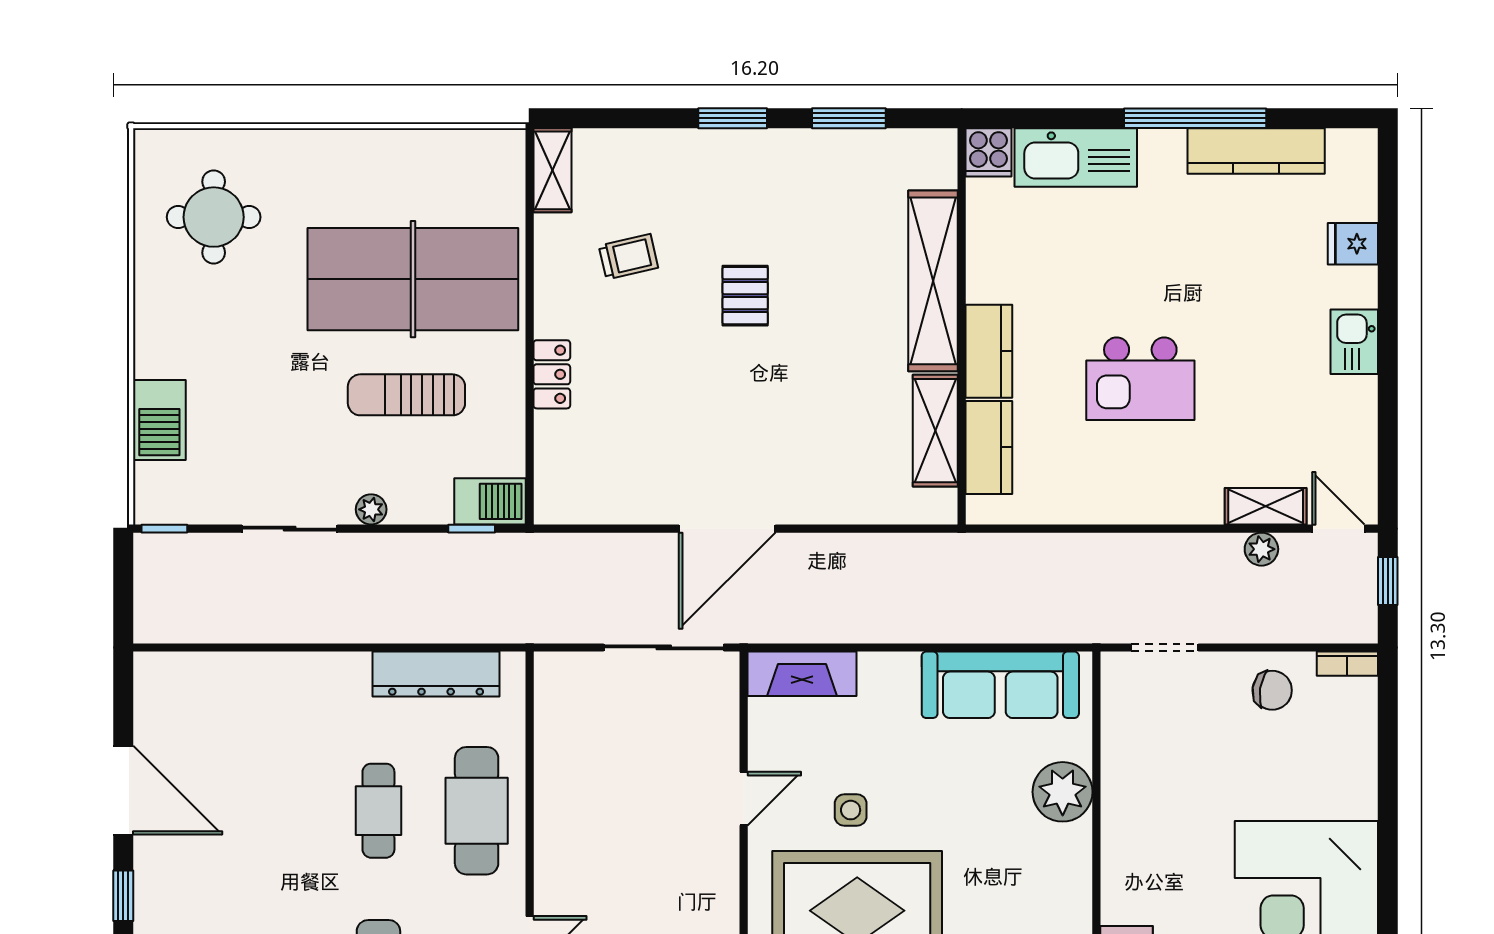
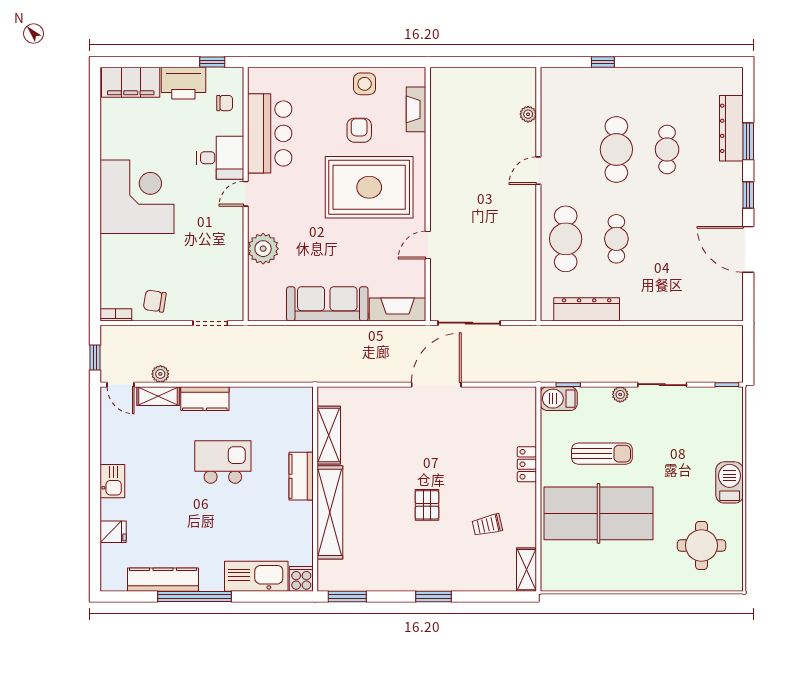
window: (849, 118) -> (347, 596), moved
barbecue: (159, 420) -> (730, 482), moved
kitchen counter: (989, 447) -> (205, 399), moved, turned -90
sofa: (1000, 685) -> (327, 304), moved
side table: (851, 810) -> (373, 239), removed
door: (1096, 898) -> (246, 194), added

